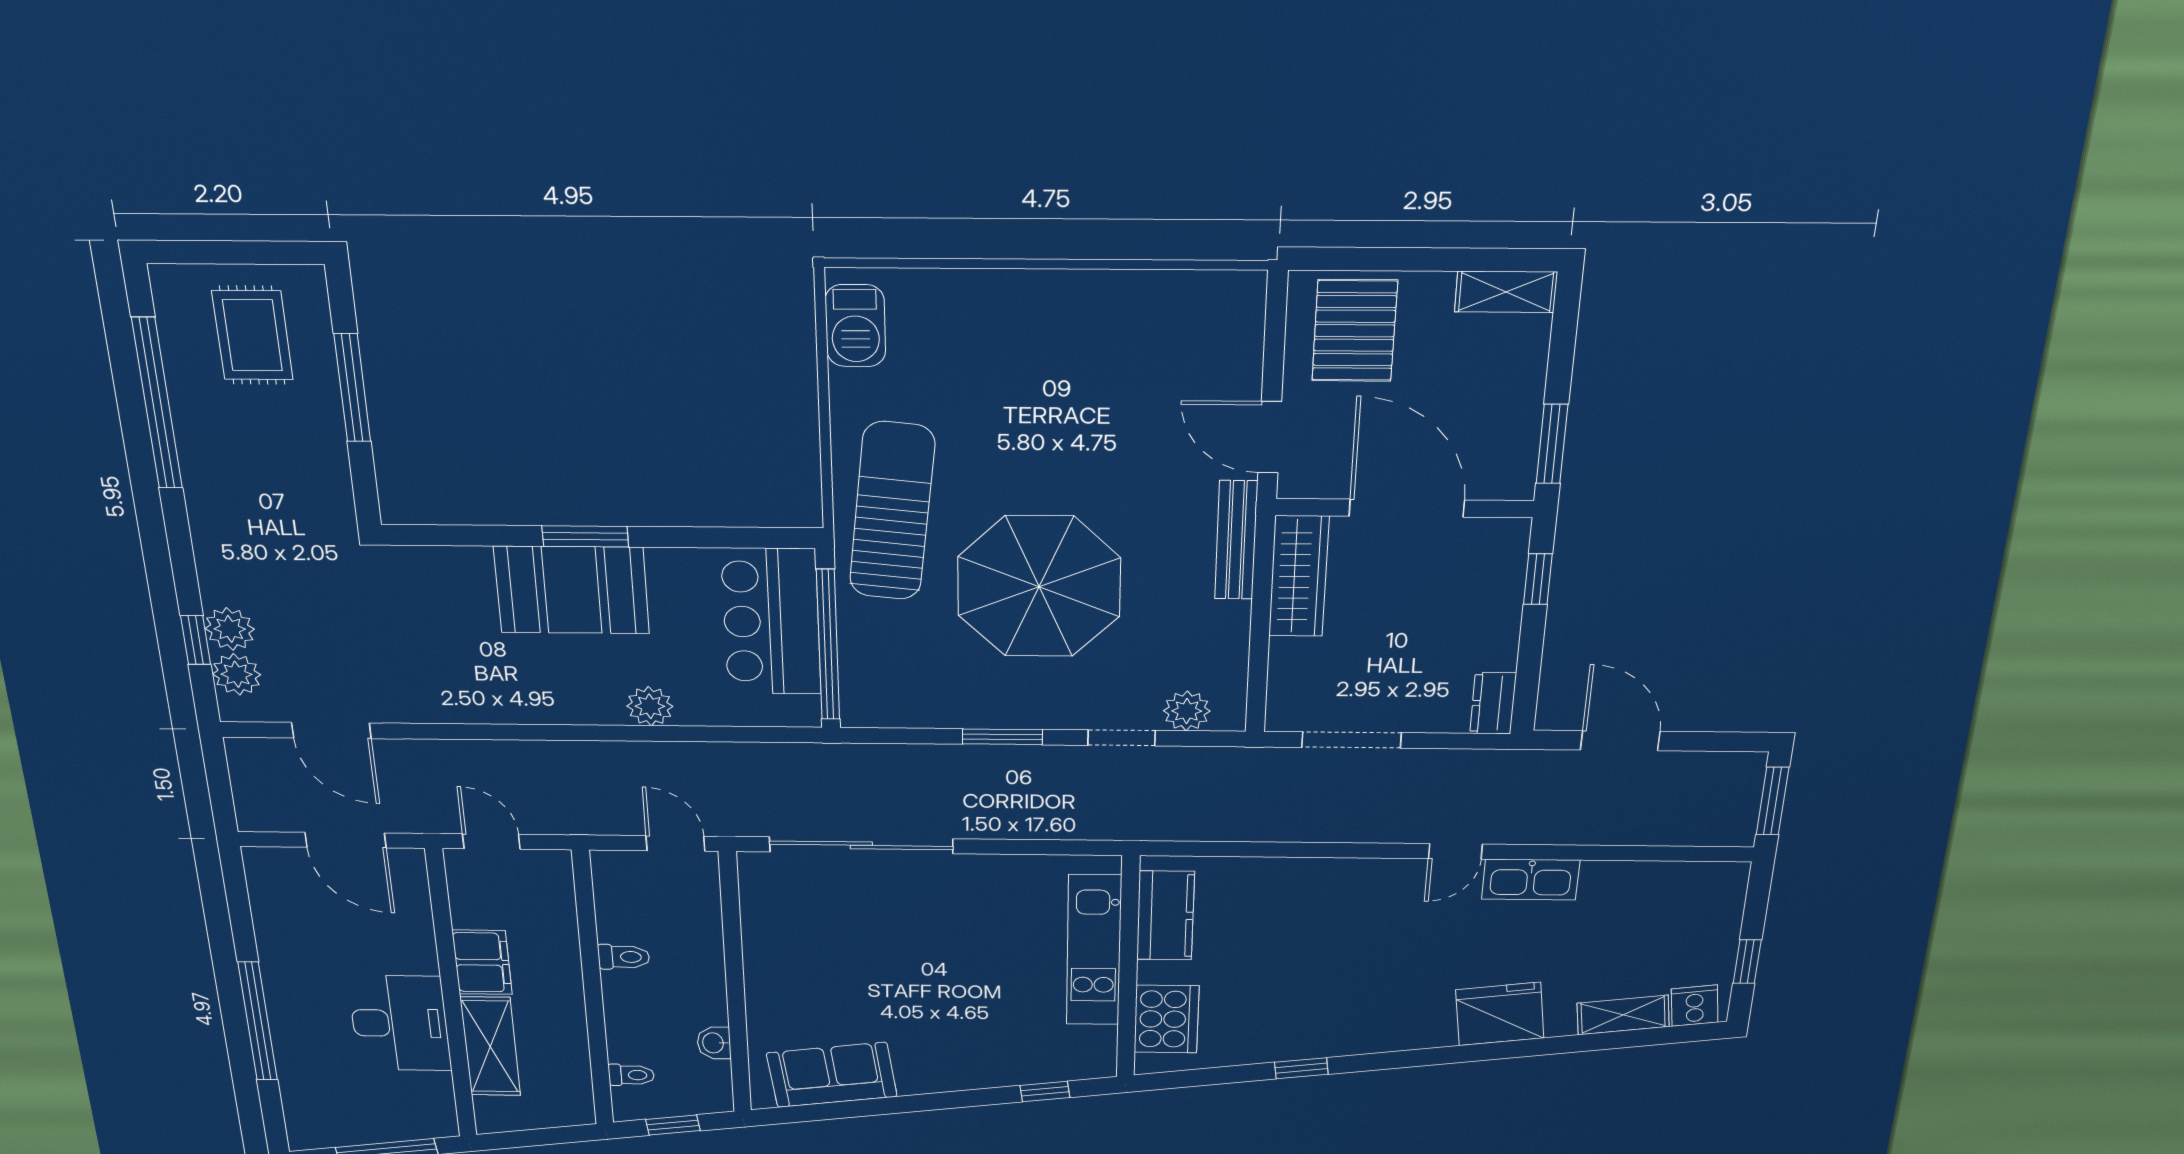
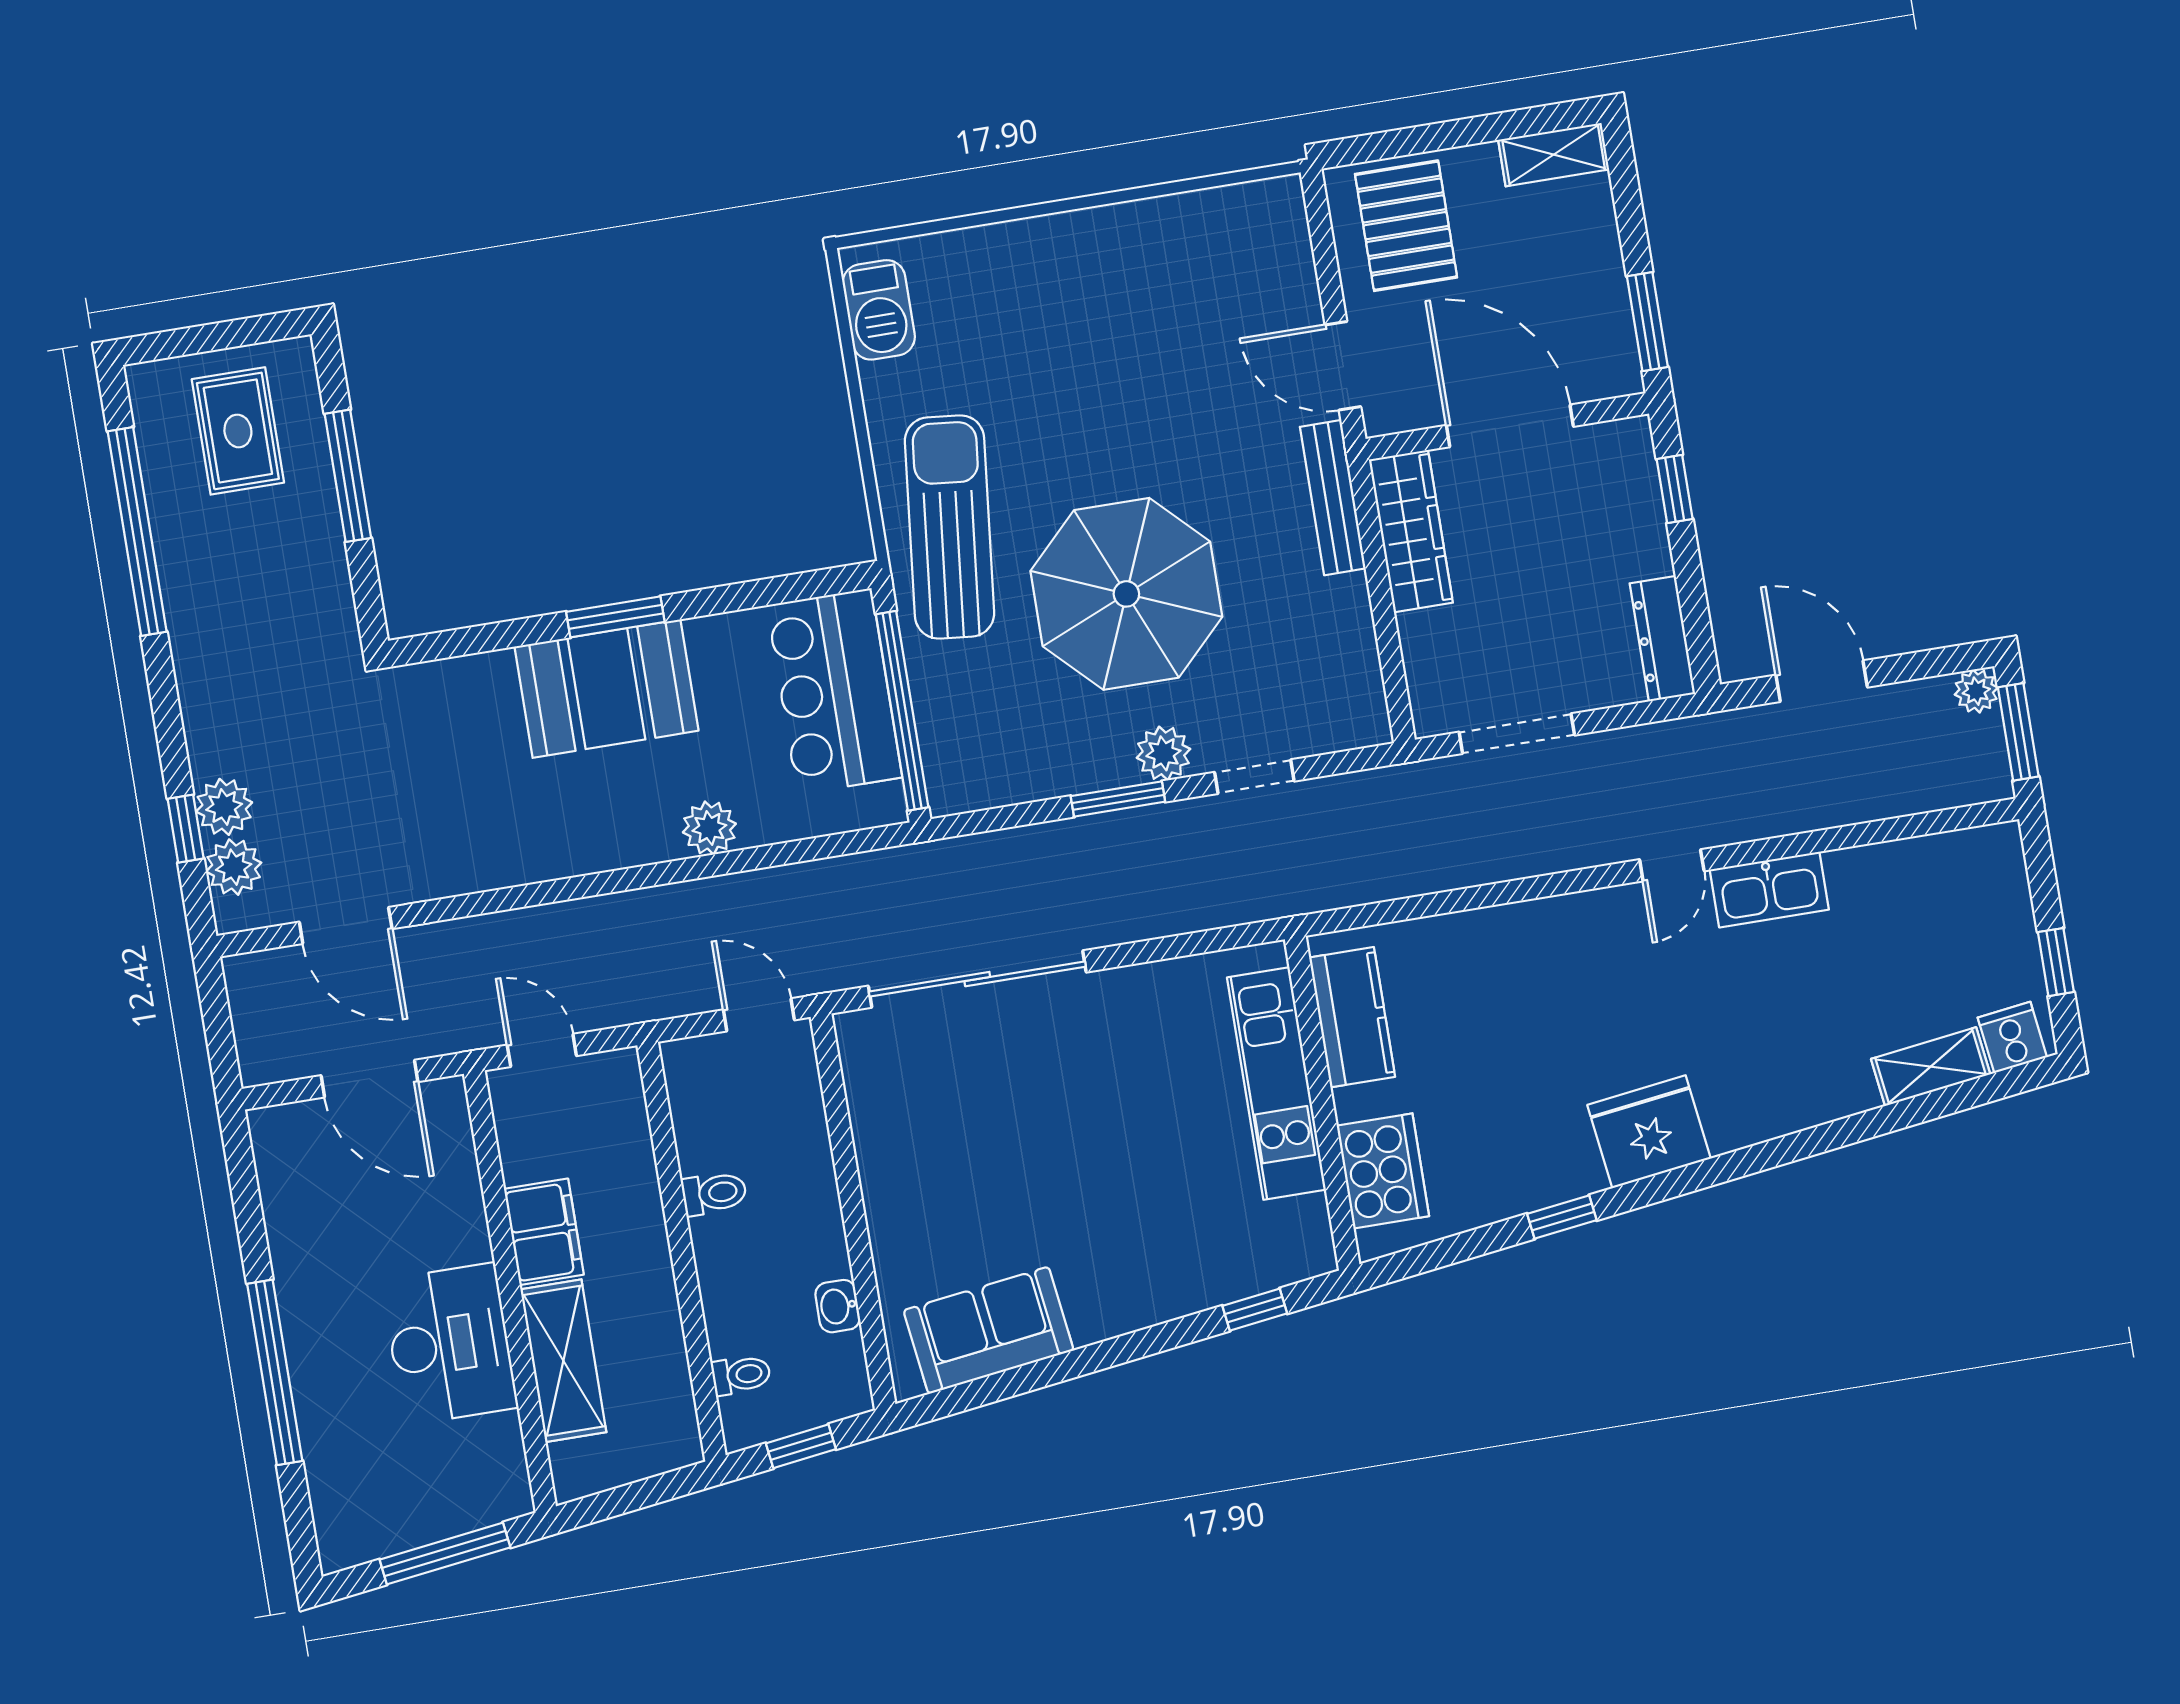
dresser: (1493, 703) -> (1662, 639), width x1.44
plant: (1187, 711) -> (1163, 753), moved
plant: (1748, 767) -> (1976, 691), added
fridge: (1500, 1014) -> (1649, 1132), moved

